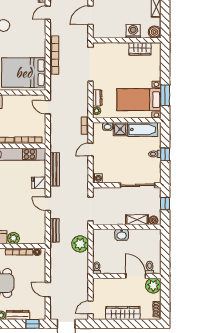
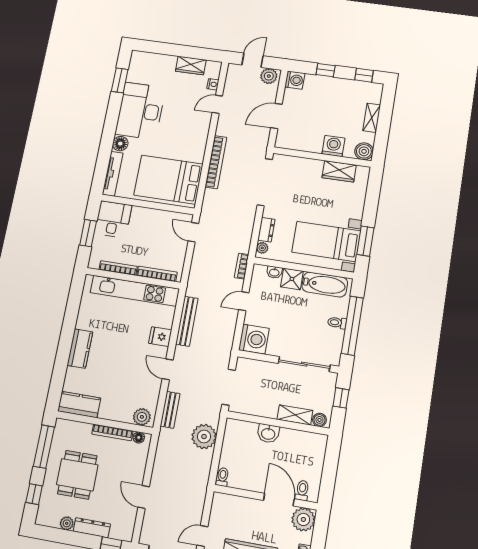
window: (165, 154) -> (352, 326), width x3.17
washing machine: (97, 178) -> (254, 339), width x1.89, depth x1.89
plant: (13, 238) -> (142, 417), moved

